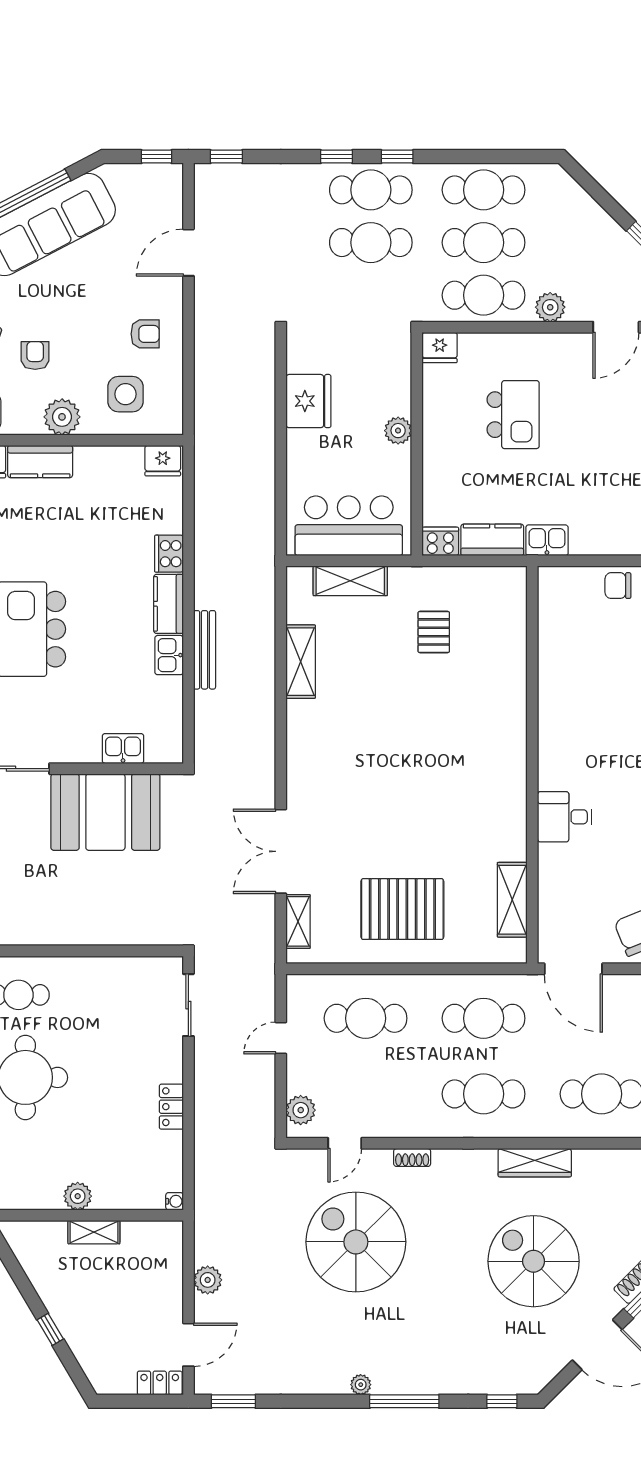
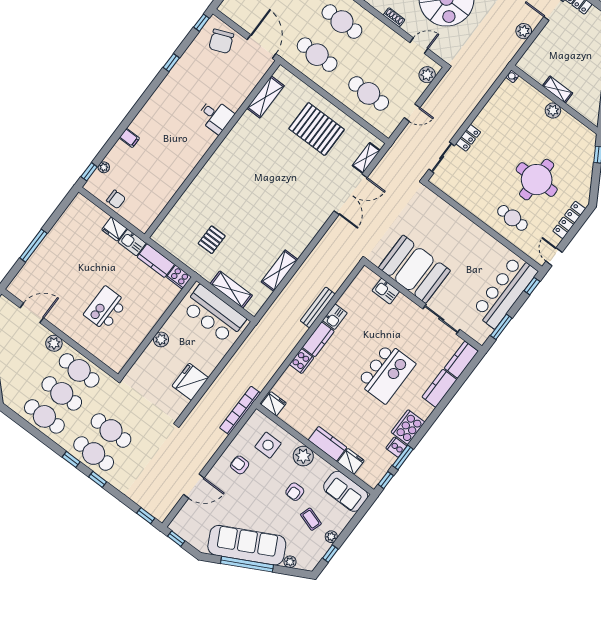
fridge: (440, 348) -> (114, 229), moved, turned 180
bookcase: (205, 414) -> (240, 410), added
locker: (171, 1107) -> (468, 138), moved

